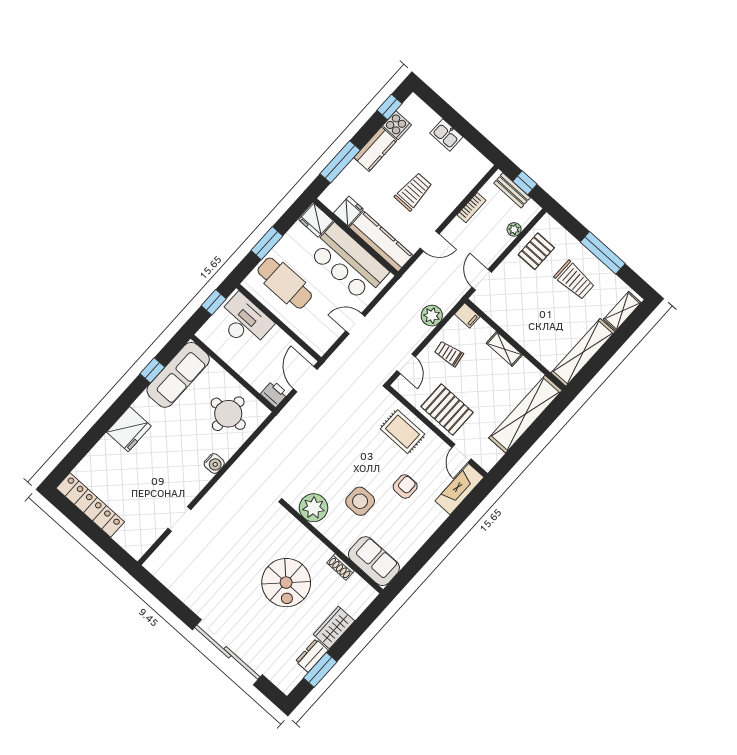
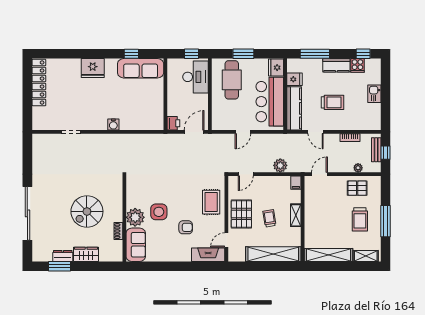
door: (355, 324) -> (243, 132), swing flipped
trolley: (449, 354) -> (269, 218), moved
round table: (228, 414) -> (144, 110), removed
plant: (313, 508) -> (135, 217), moved

